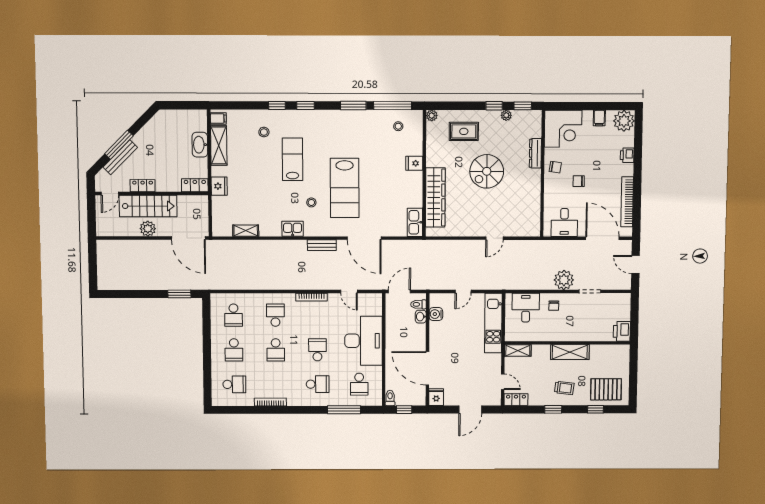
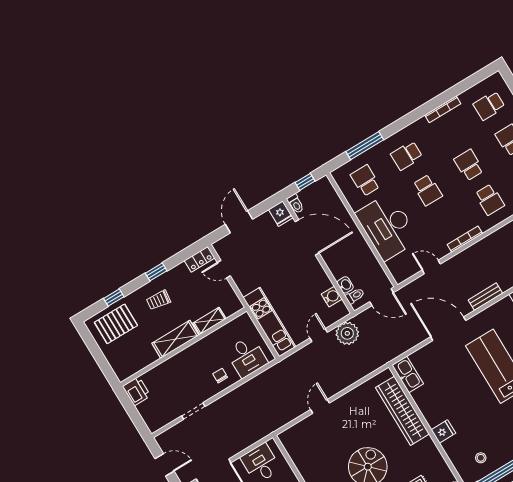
plant: (564, 280) -> (347, 333), moved
door: (399, 291) -> (382, 297), hinge flipped
shelving: (518, 350) -> (209, 321), moved
toilet: (390, 398) -> (295, 204), moved

